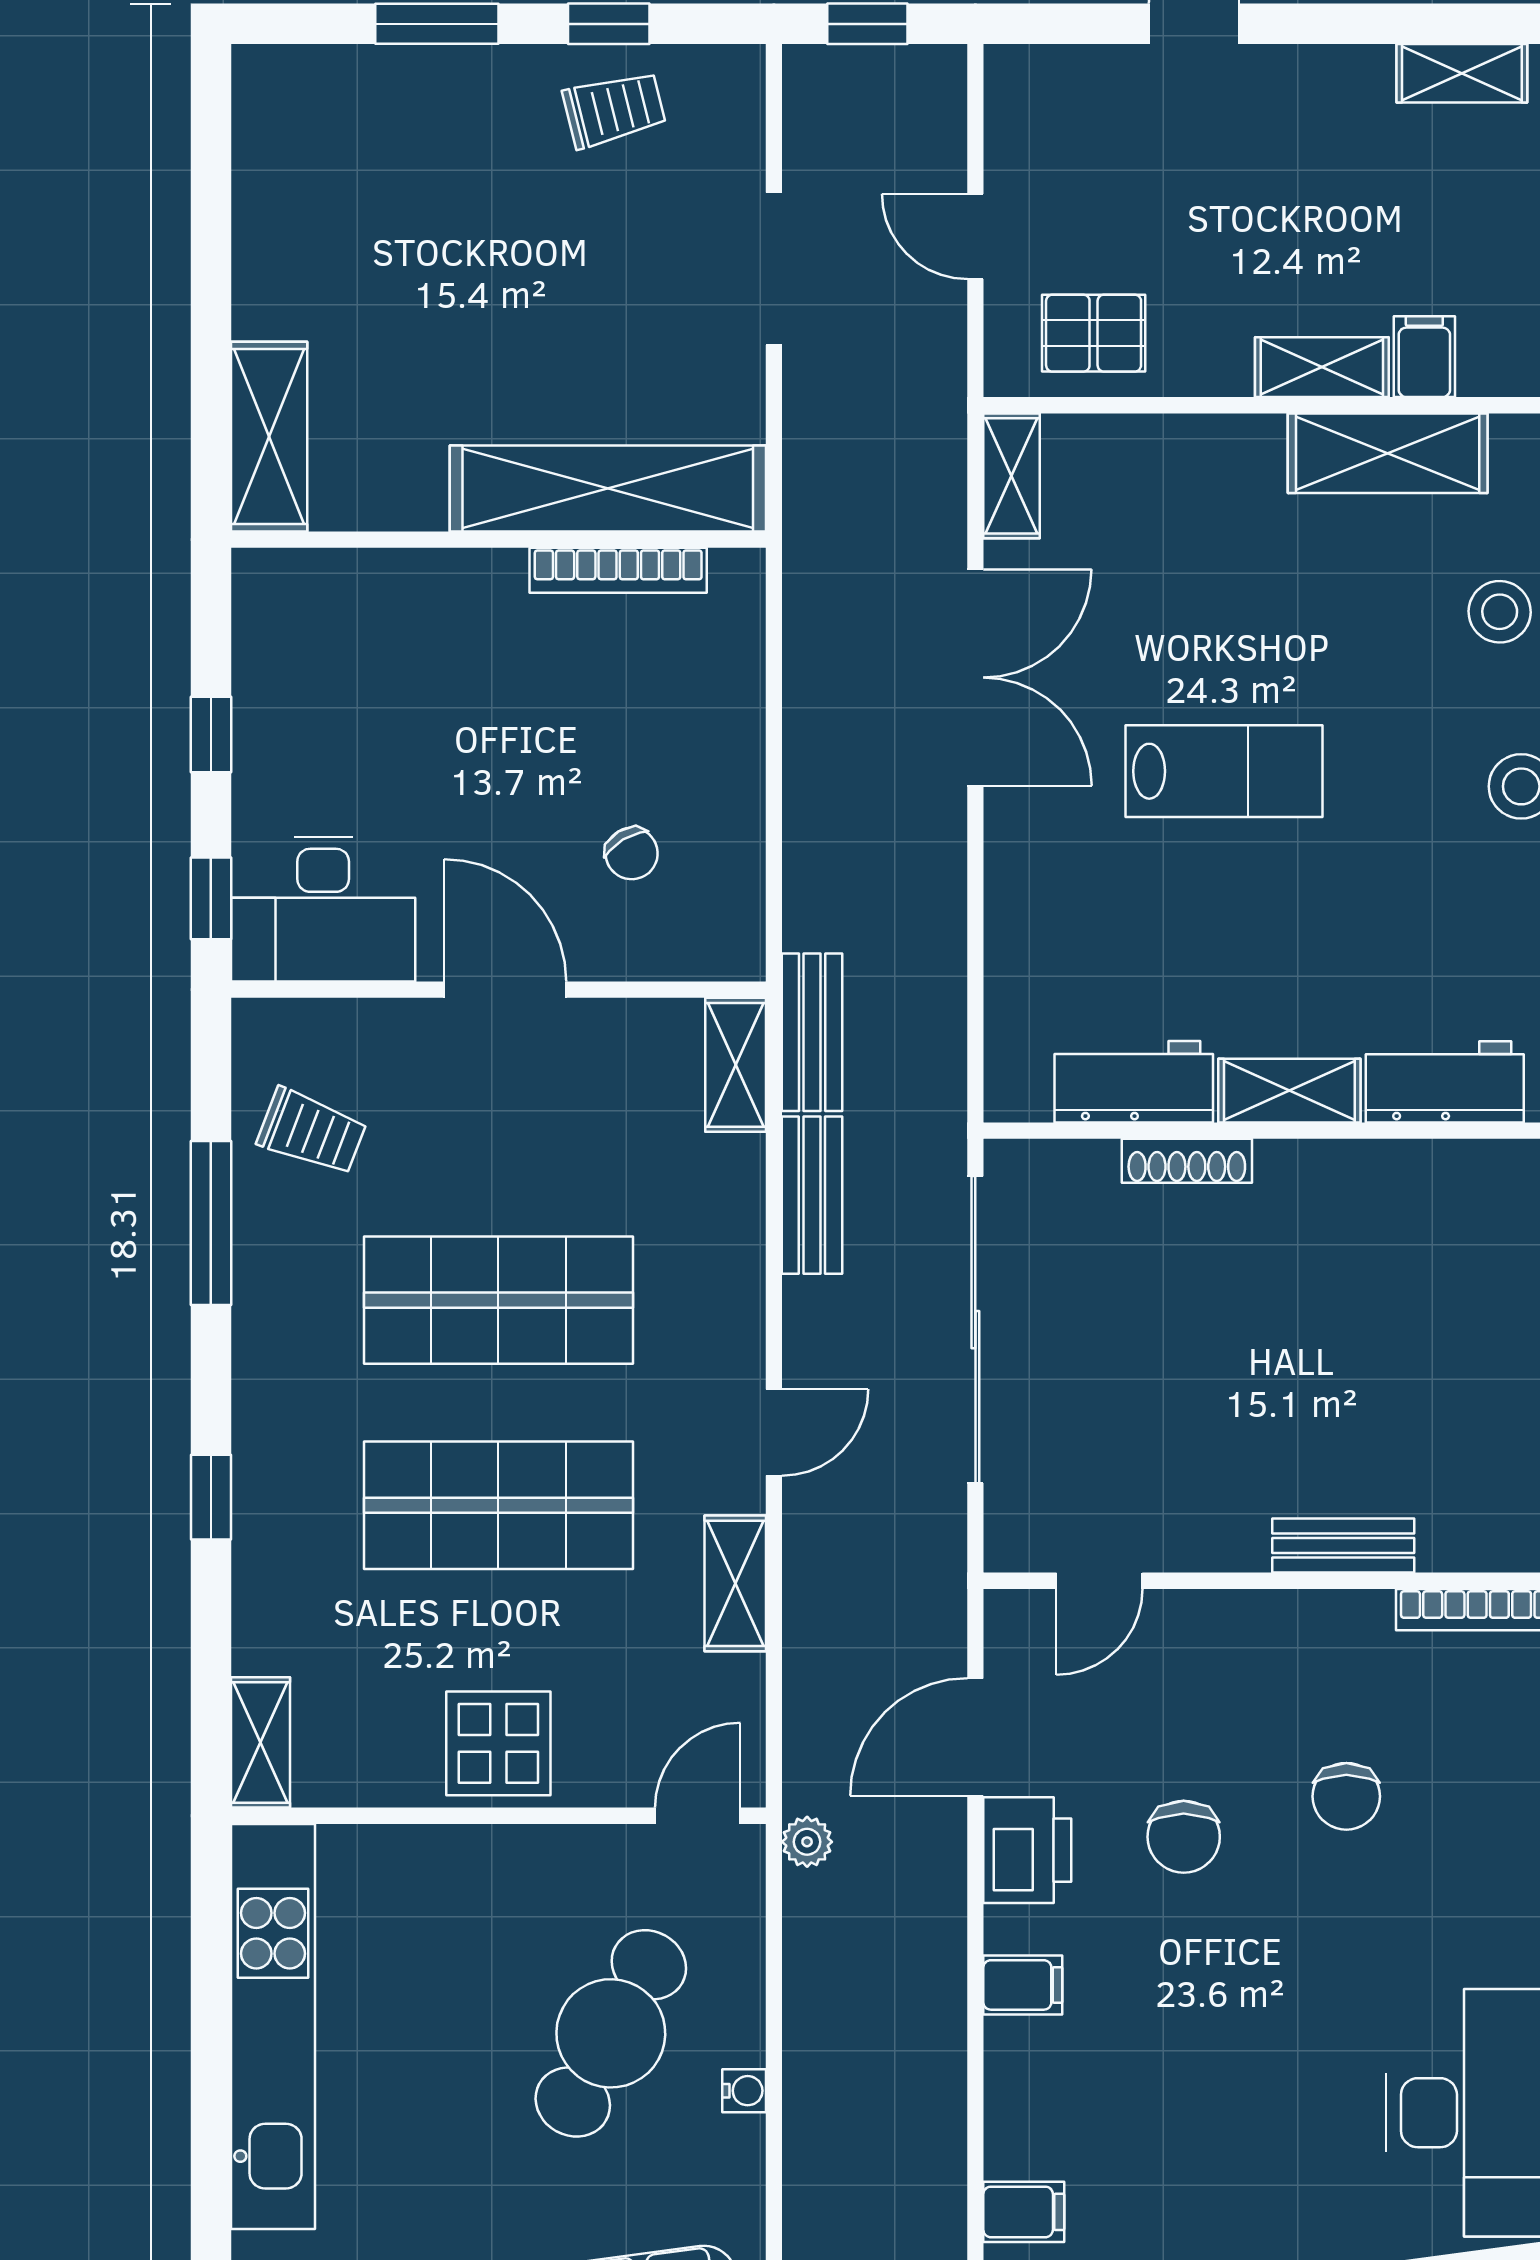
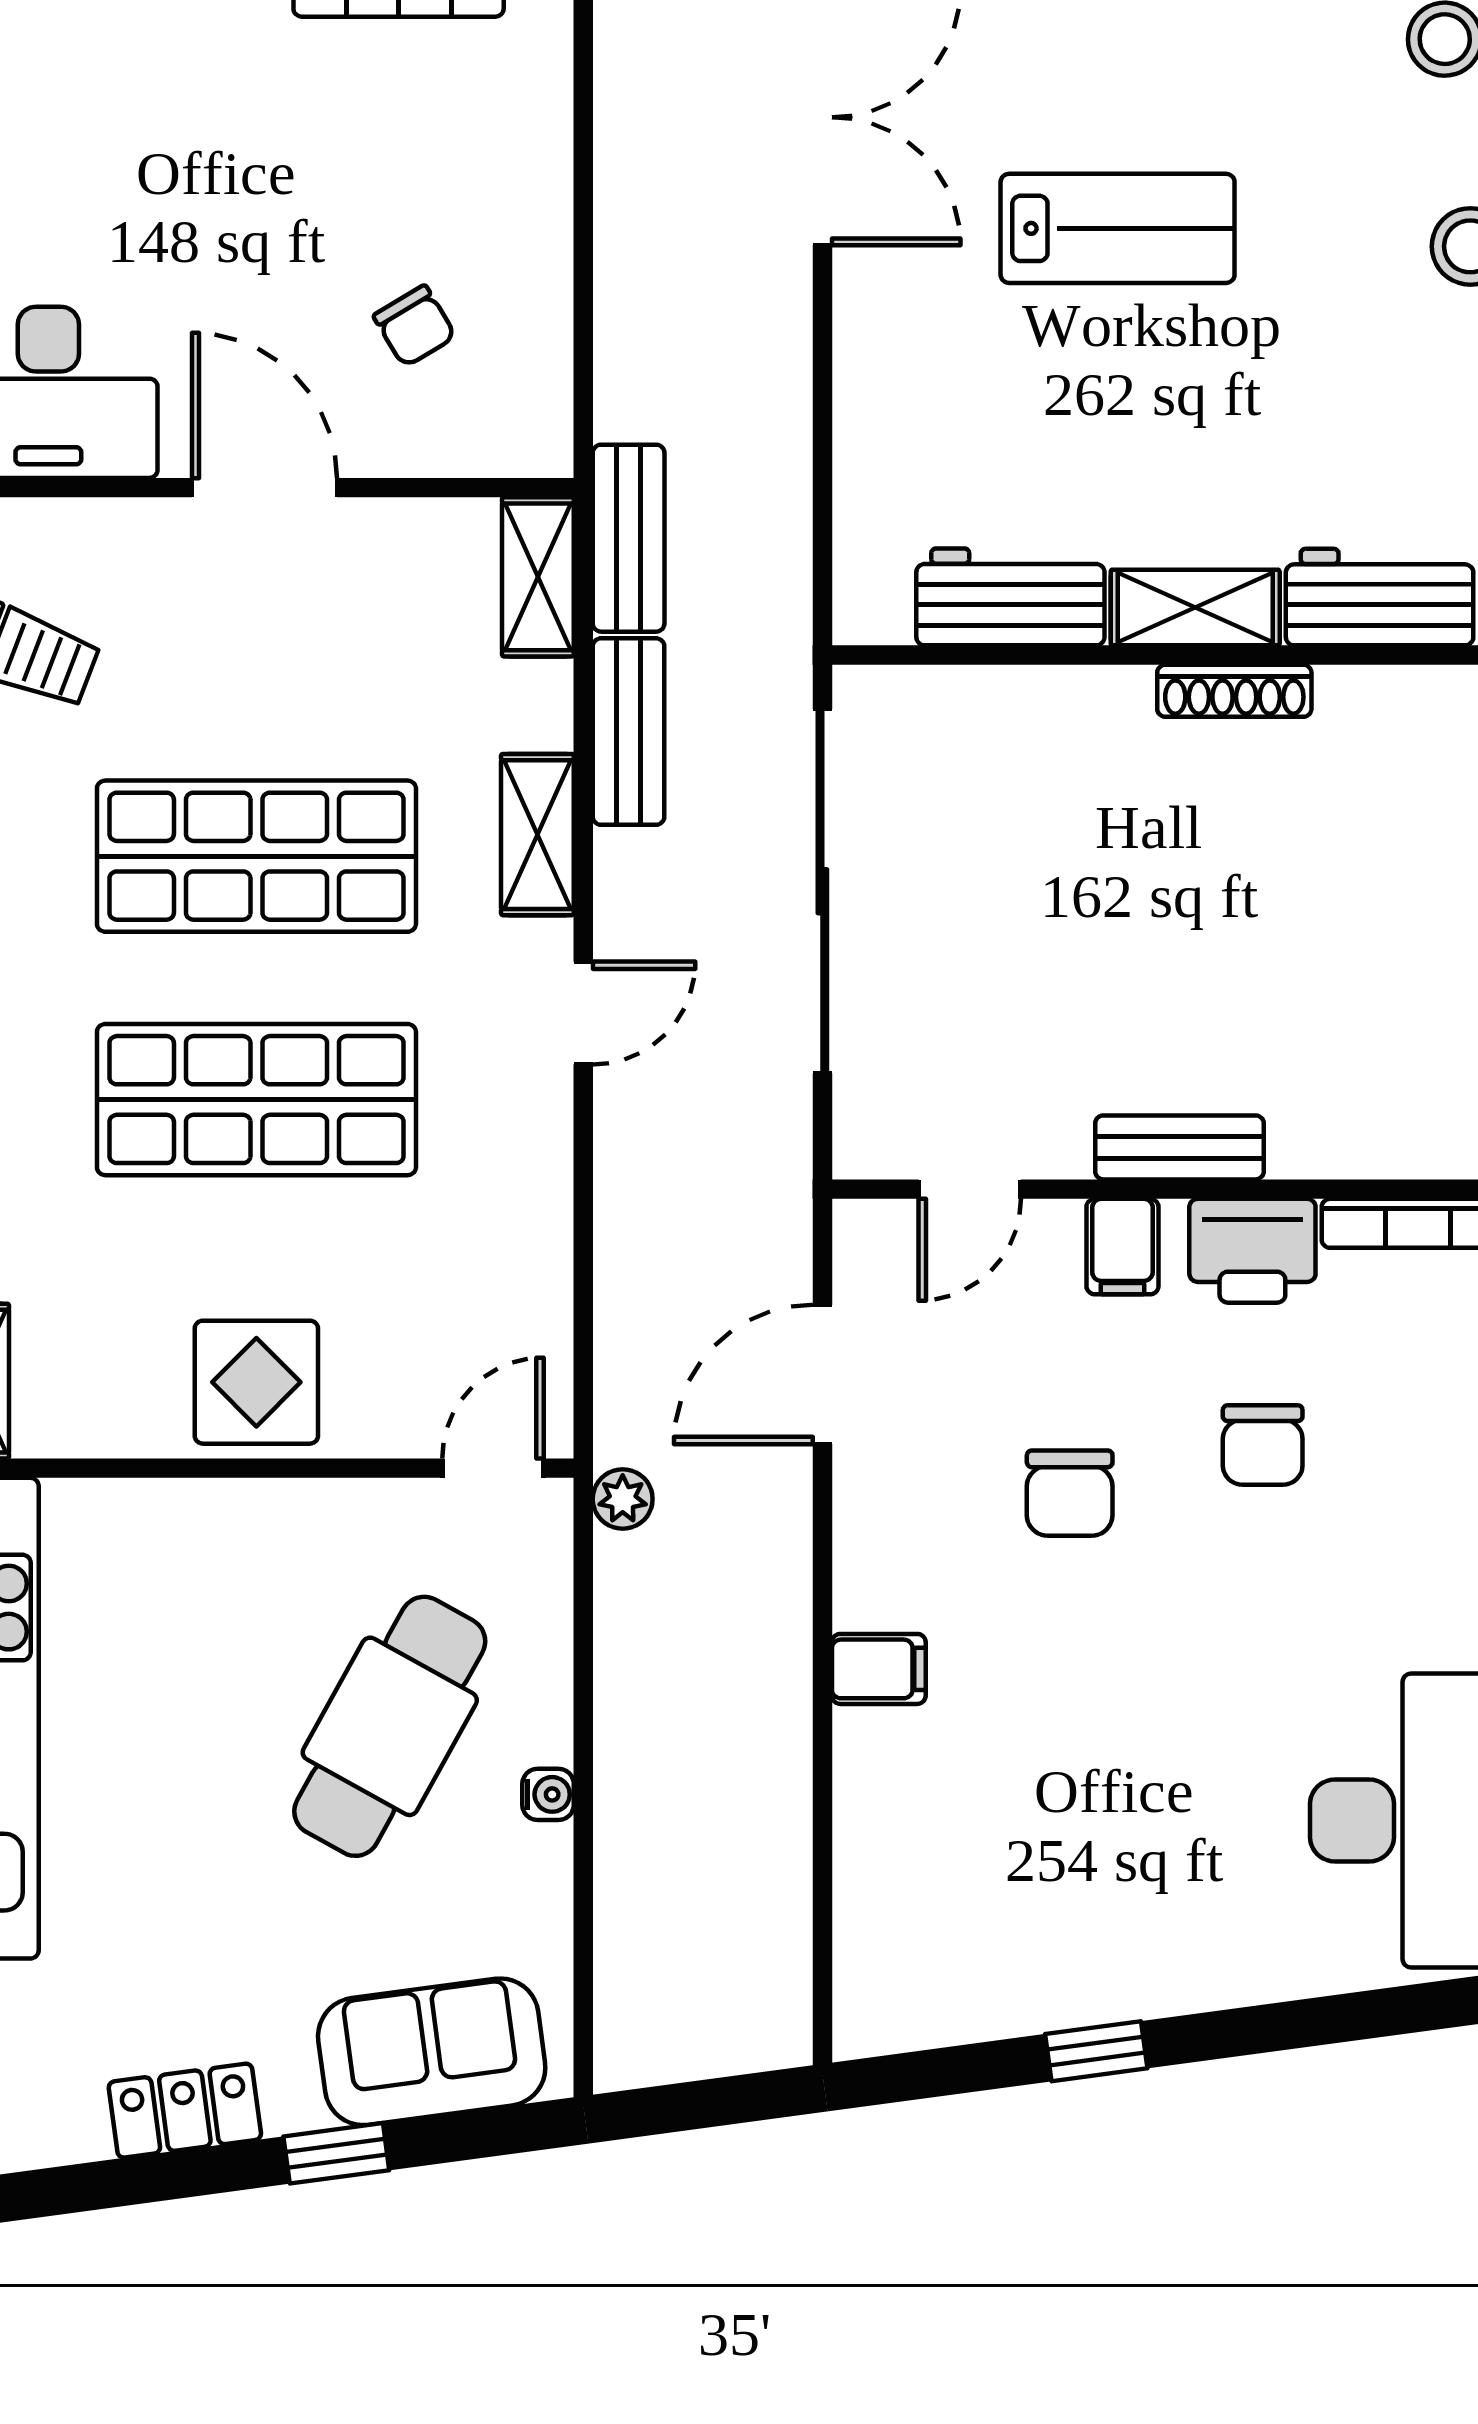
shoe rack: (1187, 1161) -> (1234, 691), moved
bench: (1343, 1546) -> (1179, 1147), moved
shelving: (735, 1583) -> (537, 835), moved
printer: (1027, 1850) -> (1252, 1251), moved, turned 90
filing cabinet: (1024, 2212) -> (1122, 1247), moved, turned 90

